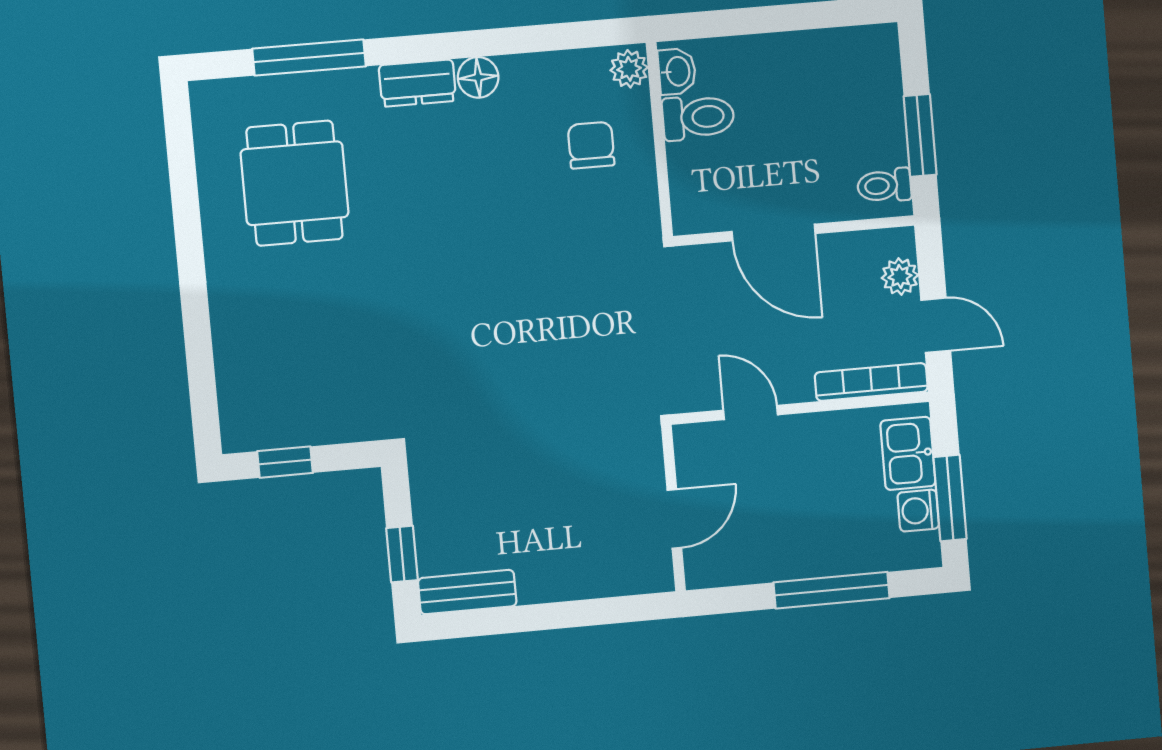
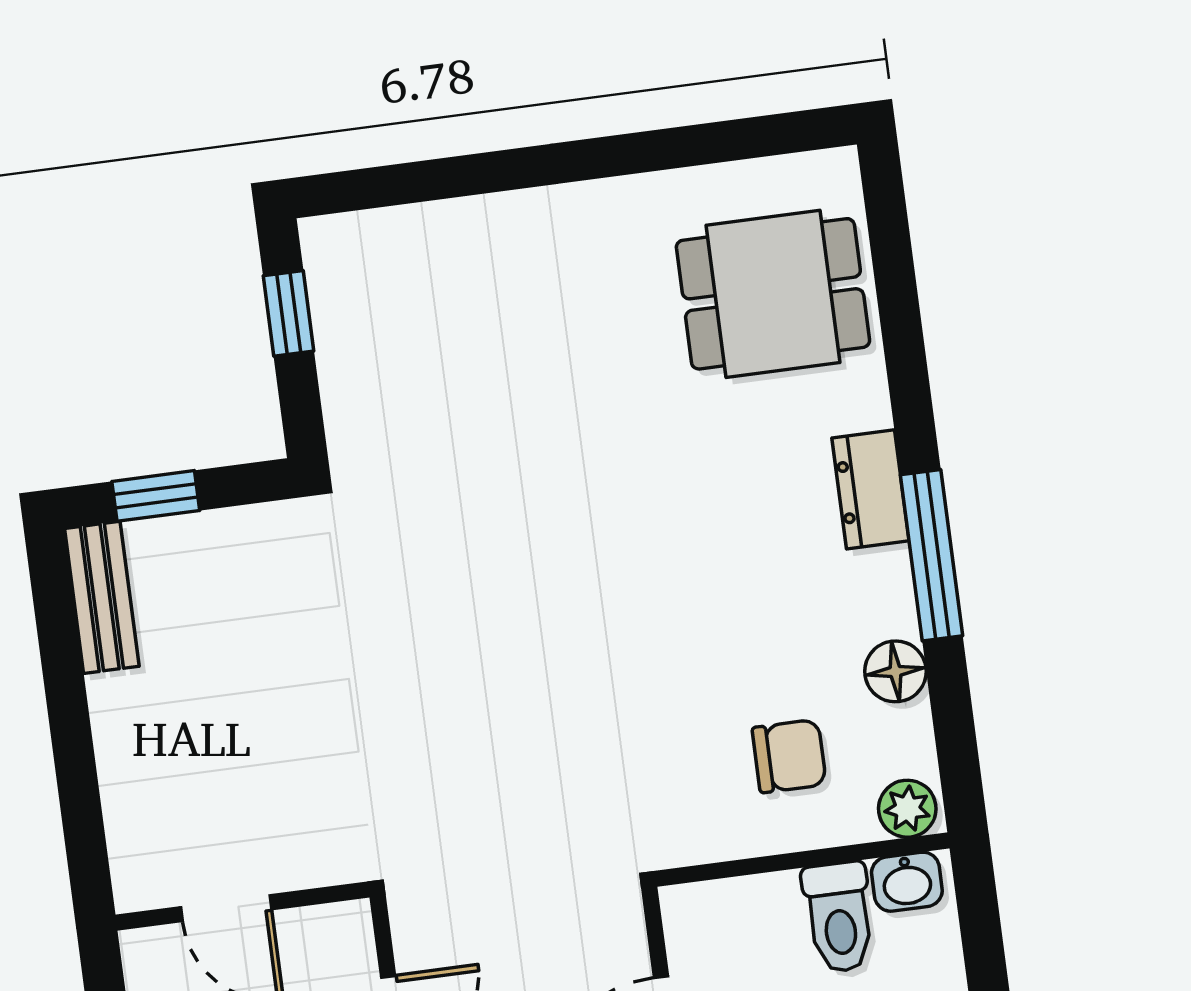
window: (309, 58) -> (931, 555), moved
floor lamp: (478, 77) -> (895, 671), moved
dining table: (295, 183) -> (773, 294), moved

